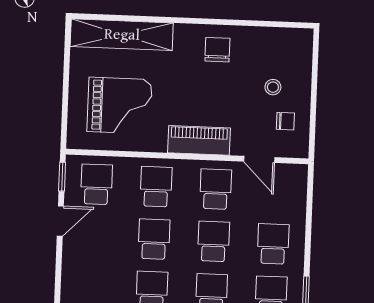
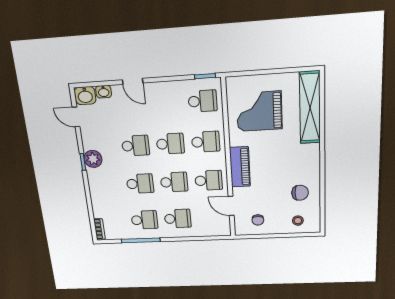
chair: (217, 50) -> (300, 193), moved
stool: (273, 87) -> (298, 221), moved
grand piano: (119, 106) -> (259, 111), turned 90
door: (259, 159) -> (231, 206), hinge flipped
door: (60, 221) -> (133, 81), moved

